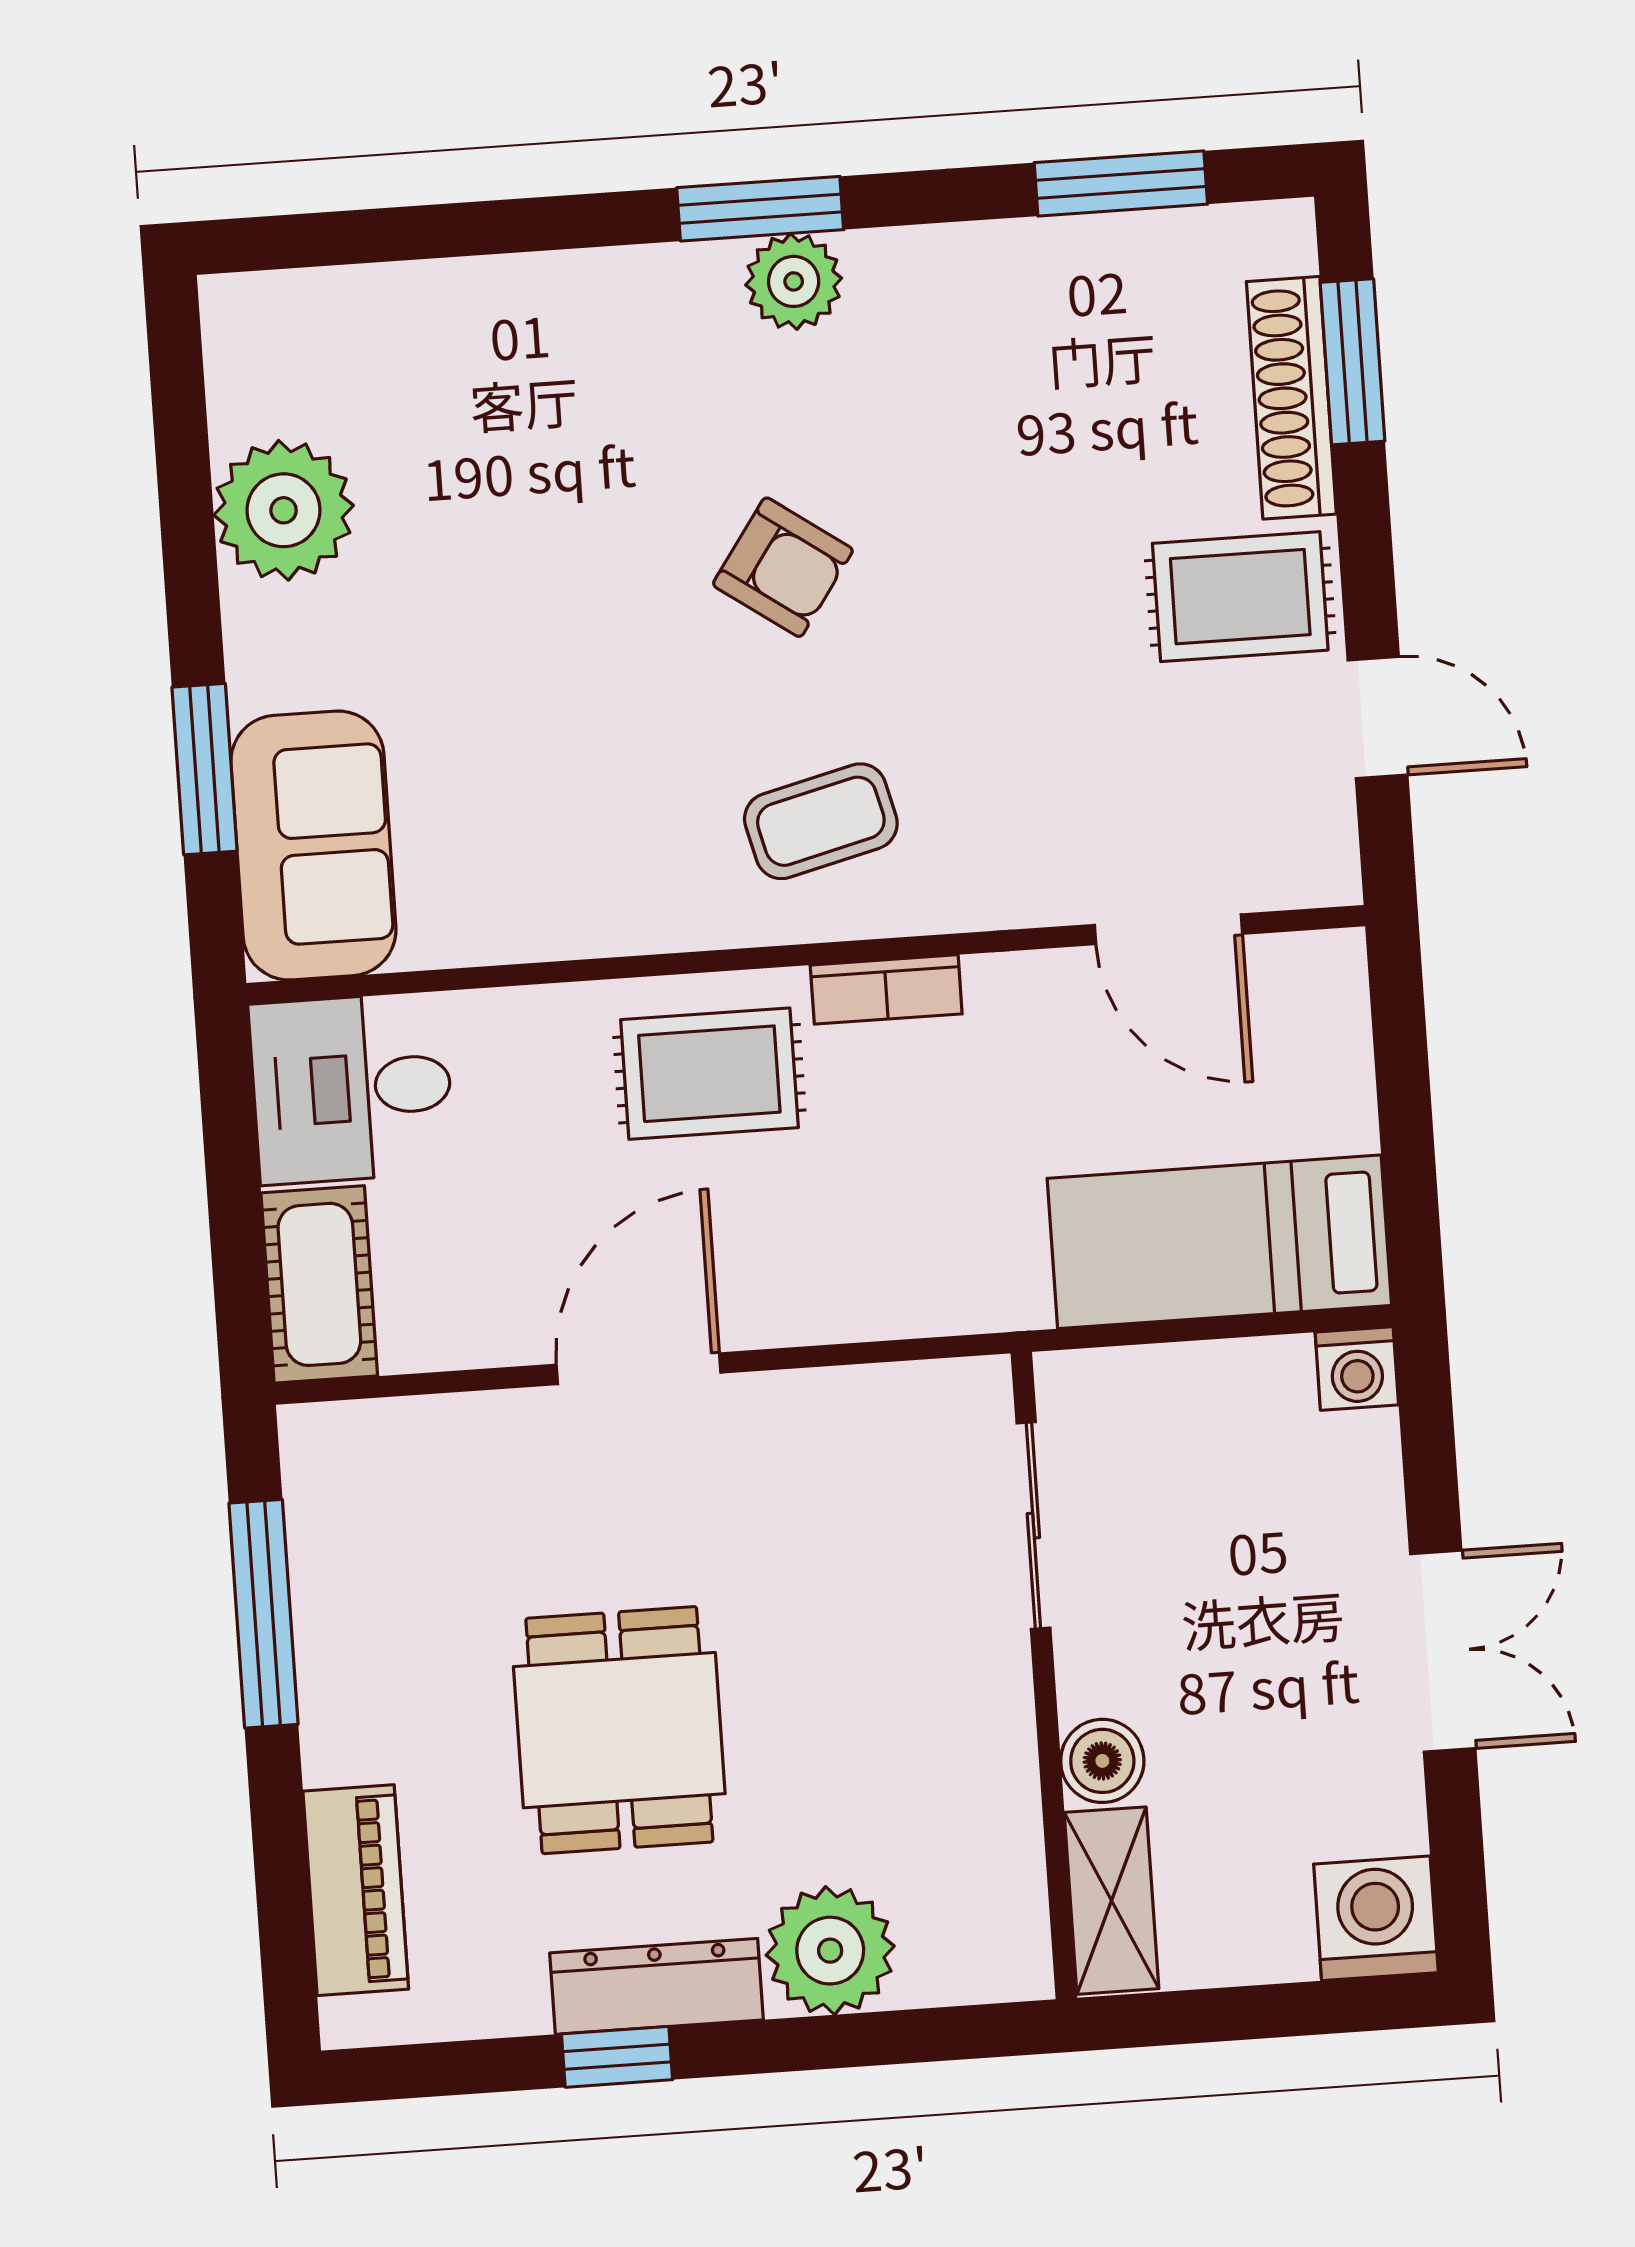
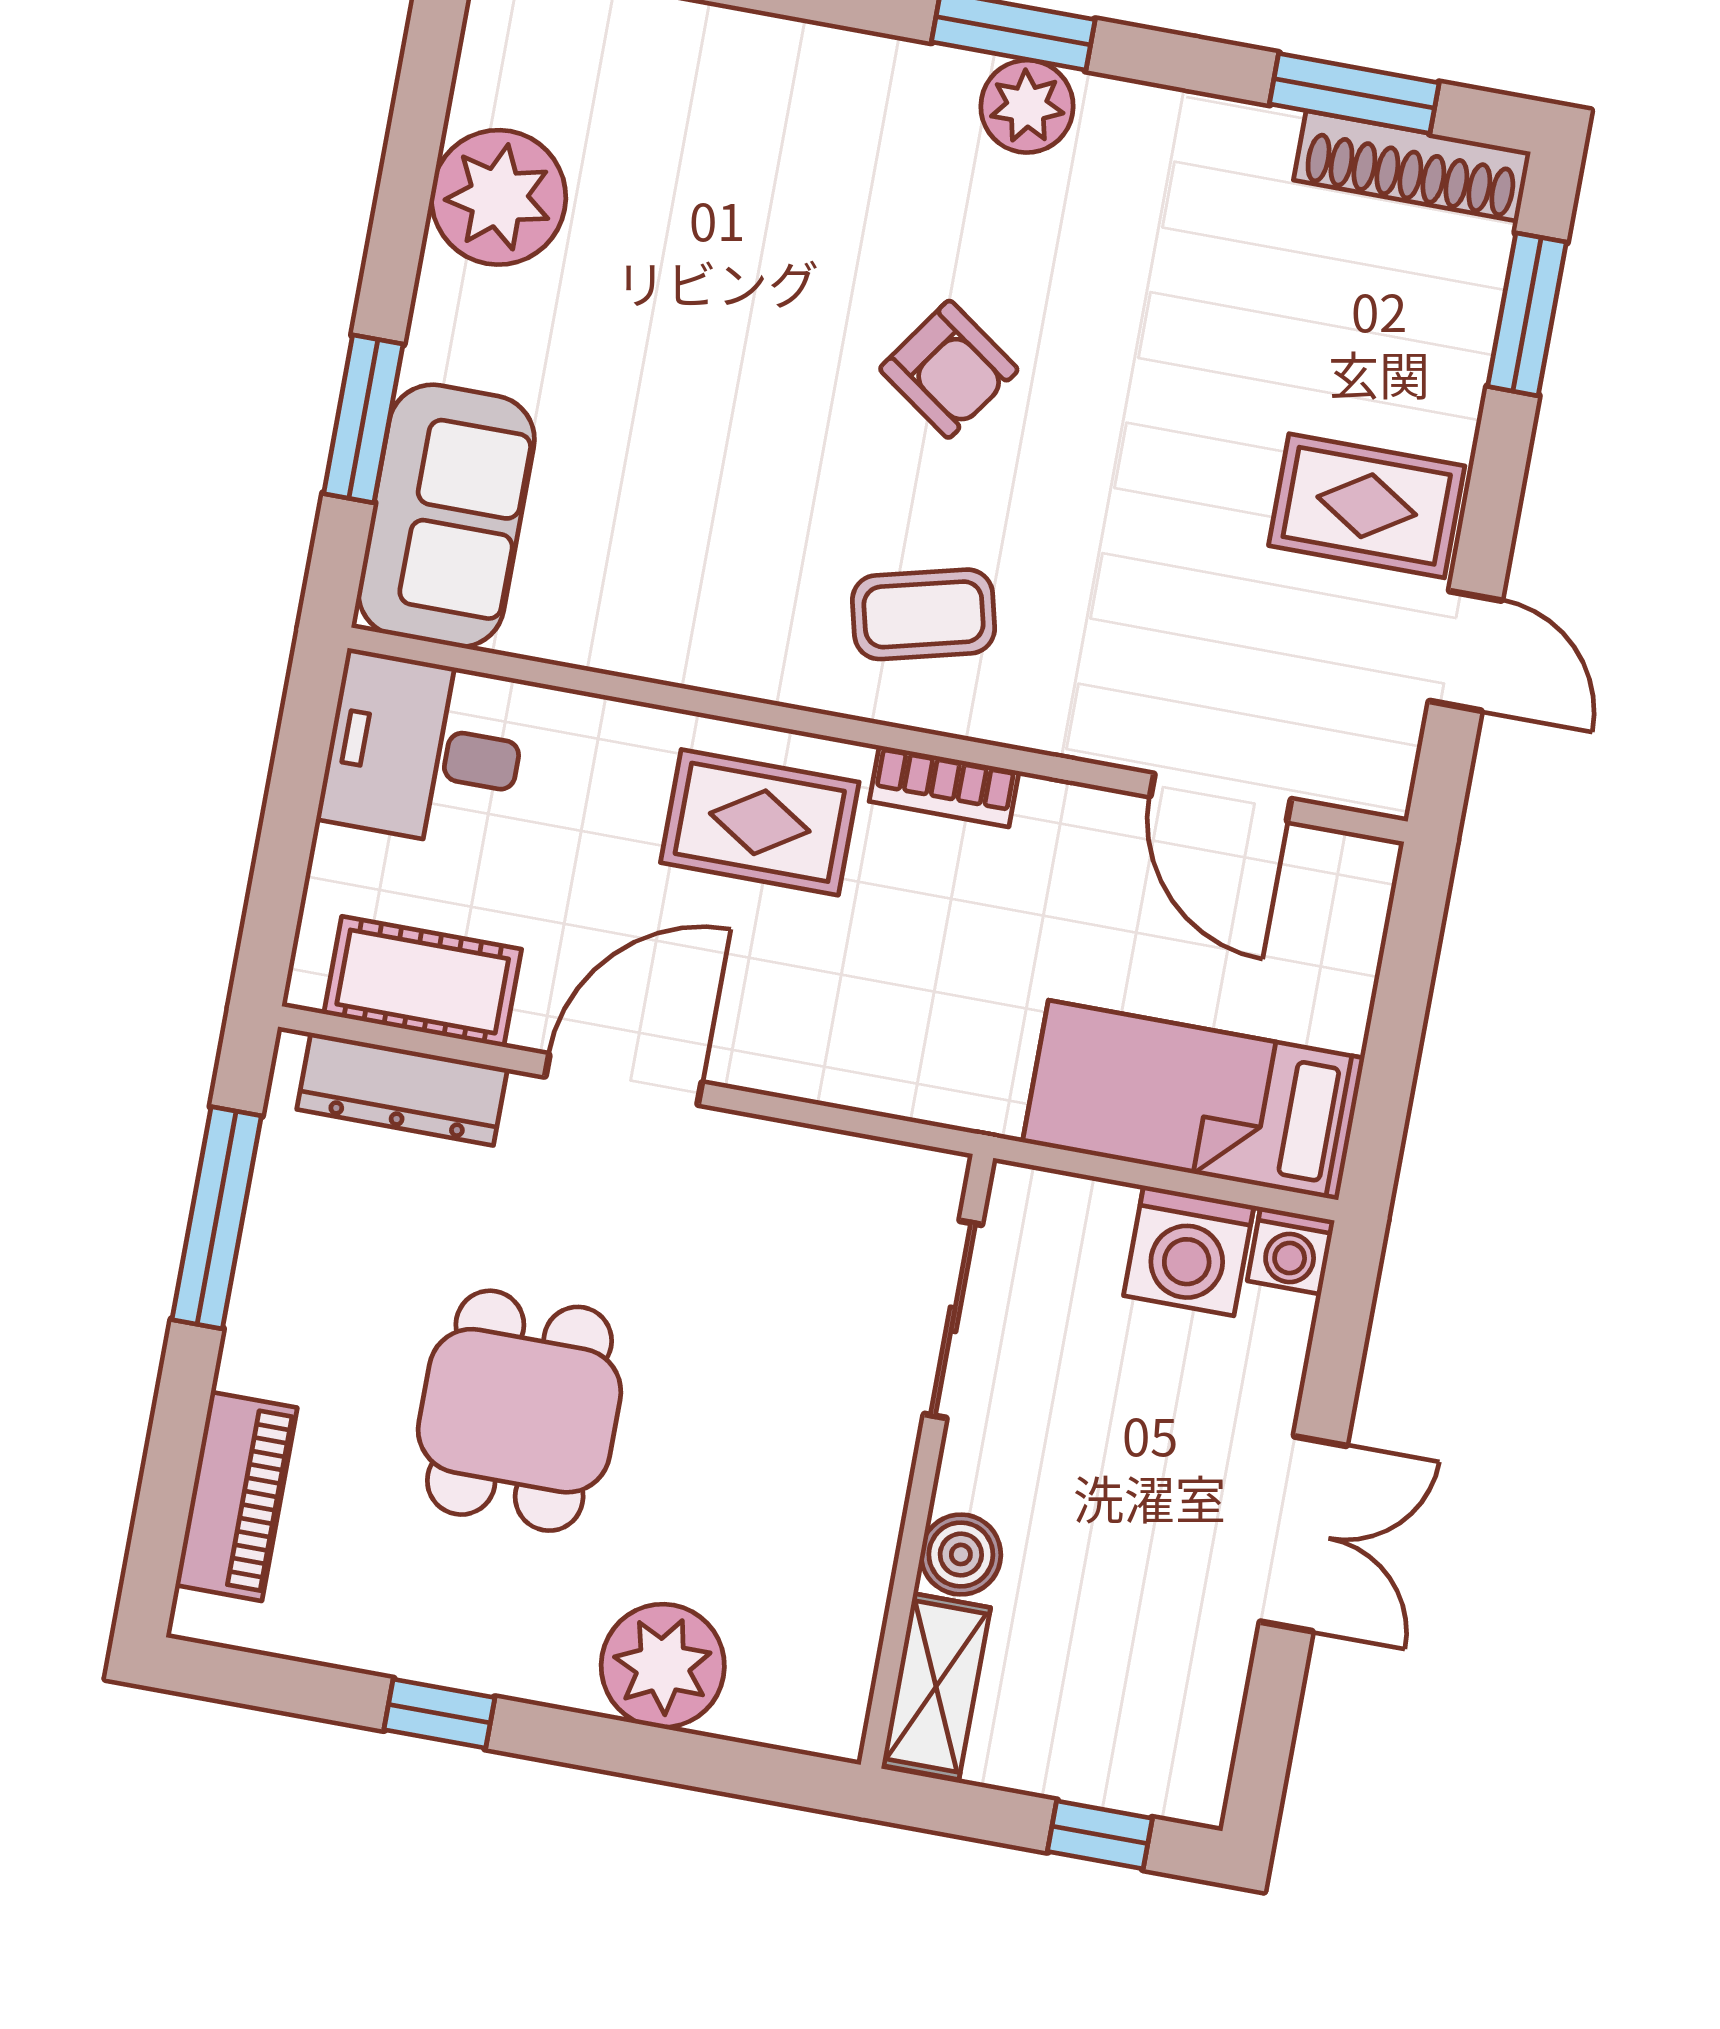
shoe rack: (1291, 398) -> (1412, 166), moved, turned -90
cot: (319, 1284) -> (423, 982), moved, turned 90
washing machine: (1376, 1918) -> (1189, 1251), moved, turned 180
dresser: (657, 1986) -> (402, 1089), moved, turned 180
window: (1315, 2008) -> (1100, 1835), added

